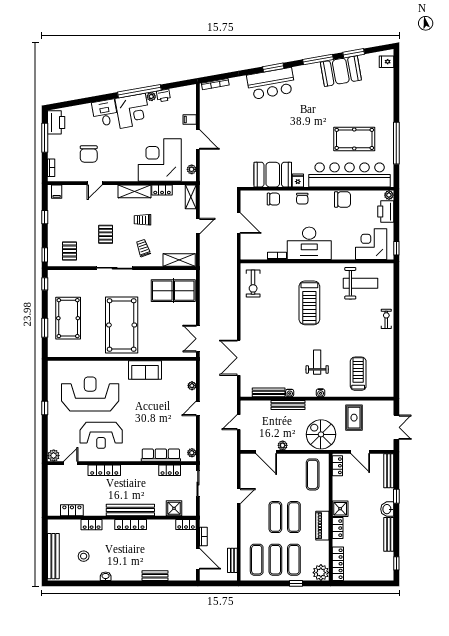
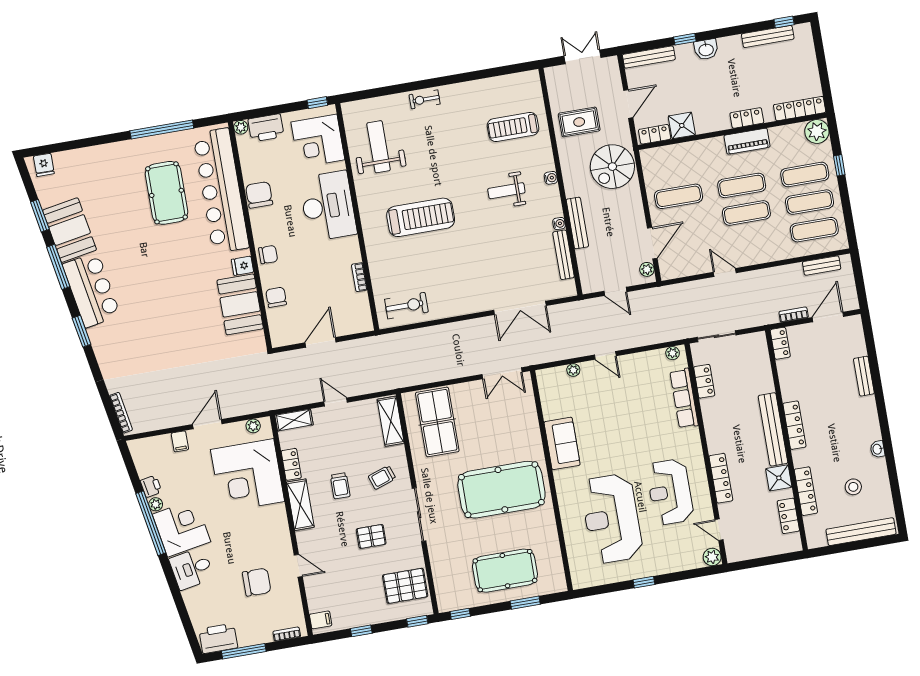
bar counter: (271, 84) -> (91, 290), moved
desk: (309, 243) -> (328, 206), moved
pallet: (69, 251) -> (405, 586), width x1.50, depth x1.42
reception desk: (101, 435) -> (670, 492), turned 180
plant: (283, 445) -> (647, 269), moved
exercise mat: (313, 474) -> (679, 196), moved
shower: (174, 508) -> (779, 478), moved
shower: (340, 509) -> (682, 125), moved
locker: (92, 525) -> (806, 491), width x1.53
bench: (389, 534) -> (768, 36), moved

